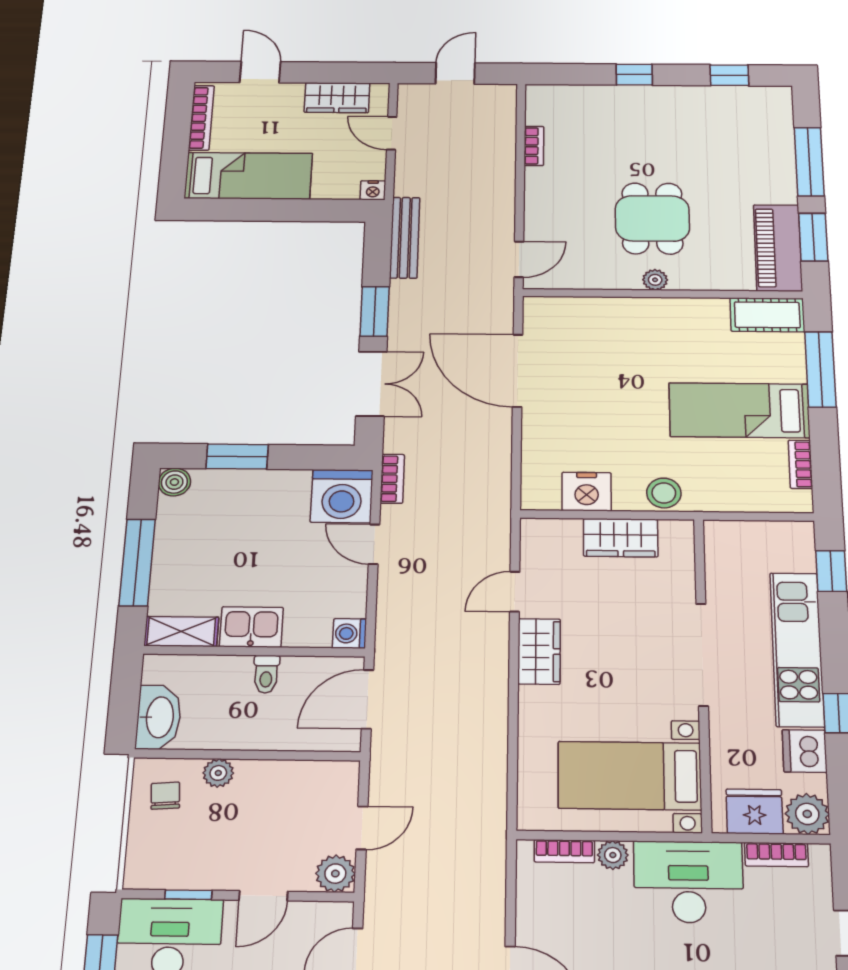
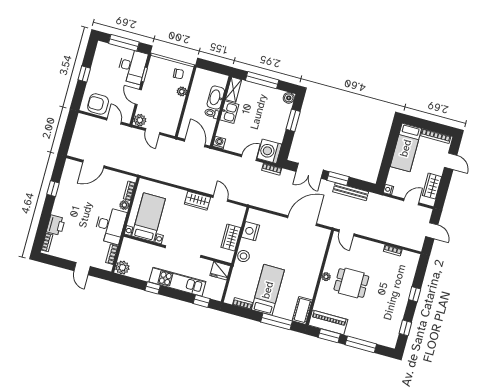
door: (260, 72) -> (451, 161), hinge flipped
bench: (405, 238) -> (351, 192), moved
washbasin: (159, 717) -> (216, 98), moved, turned 90
dishwasher: (805, 751) -> (143, 273), removed
fridge: (754, 811) -> (220, 271), moved, turned 90

